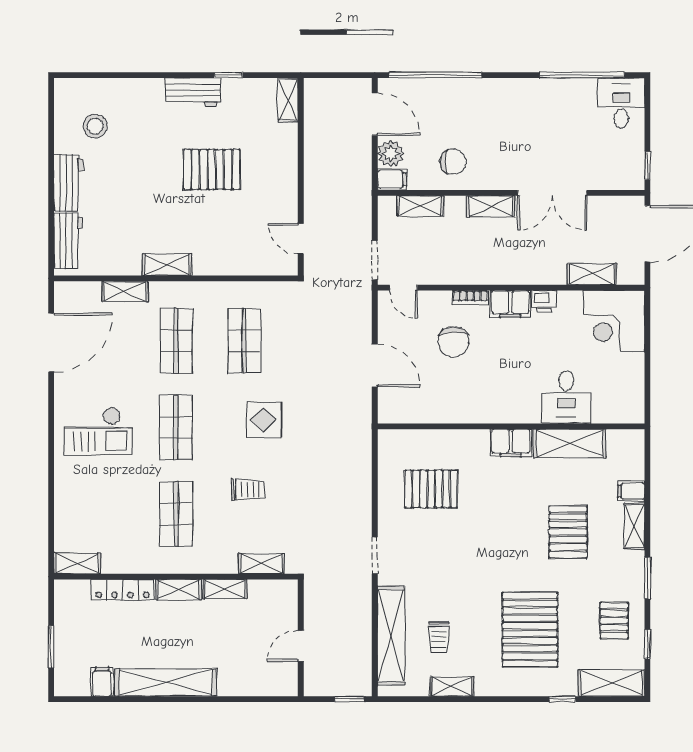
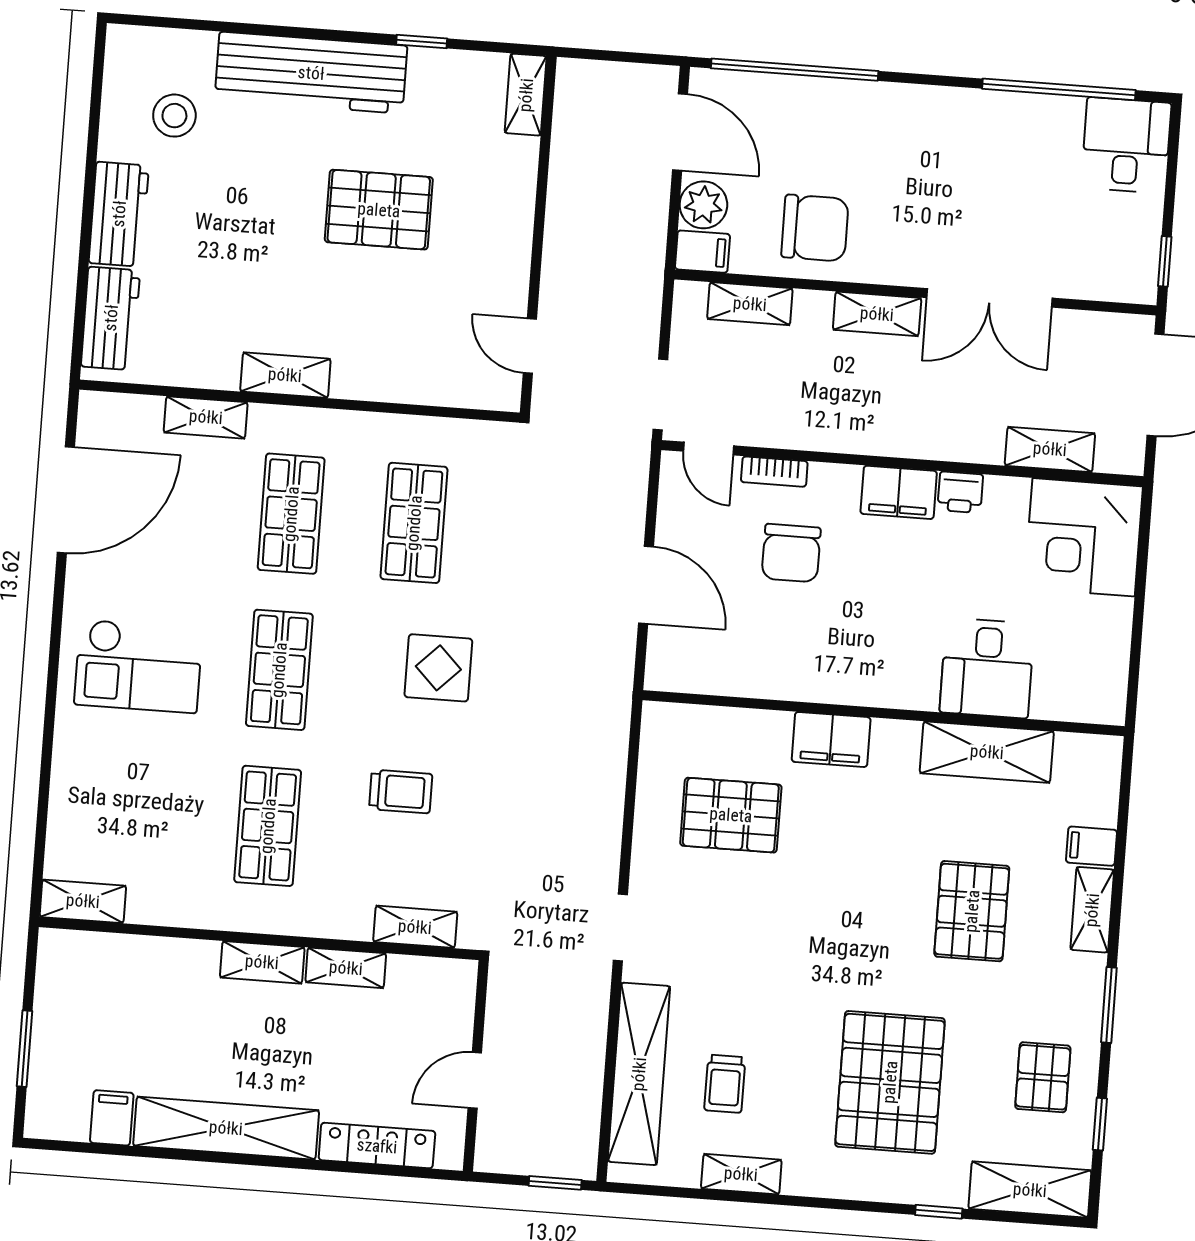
workbench: (193, 92) -> (311, 73), width x1.88, depth x1.32
chair: (453, 162) -> (815, 228), width x1.37, depth x1.37
bookcase: (470, 298) -> (774, 472), moved
filing cabinet: (511, 443) -> (831, 739), moved
locker: (123, 590) -> (377, 1146), moved, turned 180

